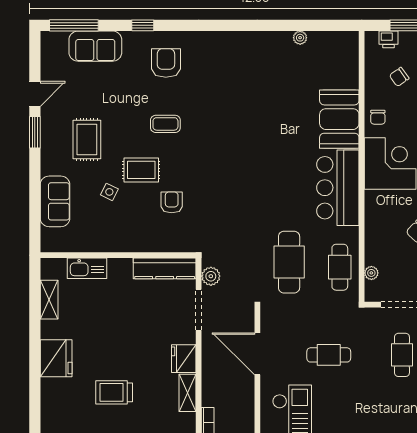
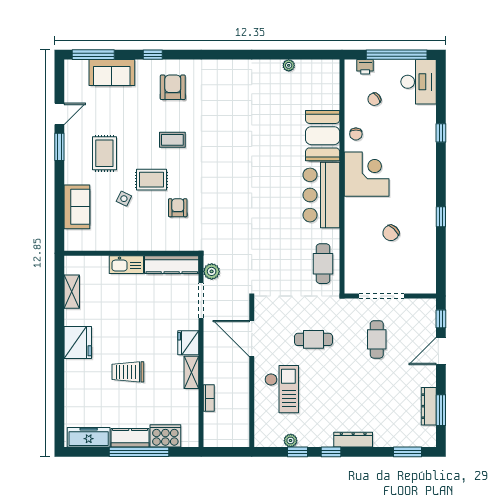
cafe table: (289, 262) -> (279, 259), removed
kitchen sink: (87, 268) -> (126, 265), moved
plant: (371, 273) -> (350, 269), removed

